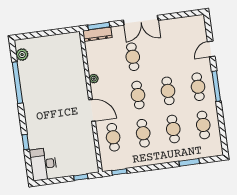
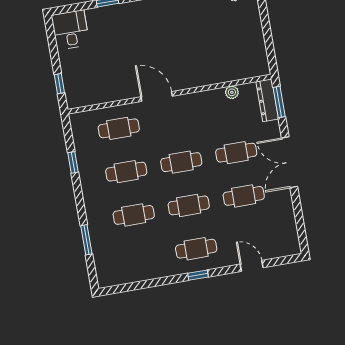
plant: (94, 79) -> (232, 92), moved
window: (216, 86) -> (198, 275), width x0.46
door: (92, 110) -> (157, 96), swing flipped
cafe table: (203, 125) -> (244, 196), moved
desk: (43, 164) -> (70, 30), width x0.73
window: (119, 172) -> (73, 162), moved

